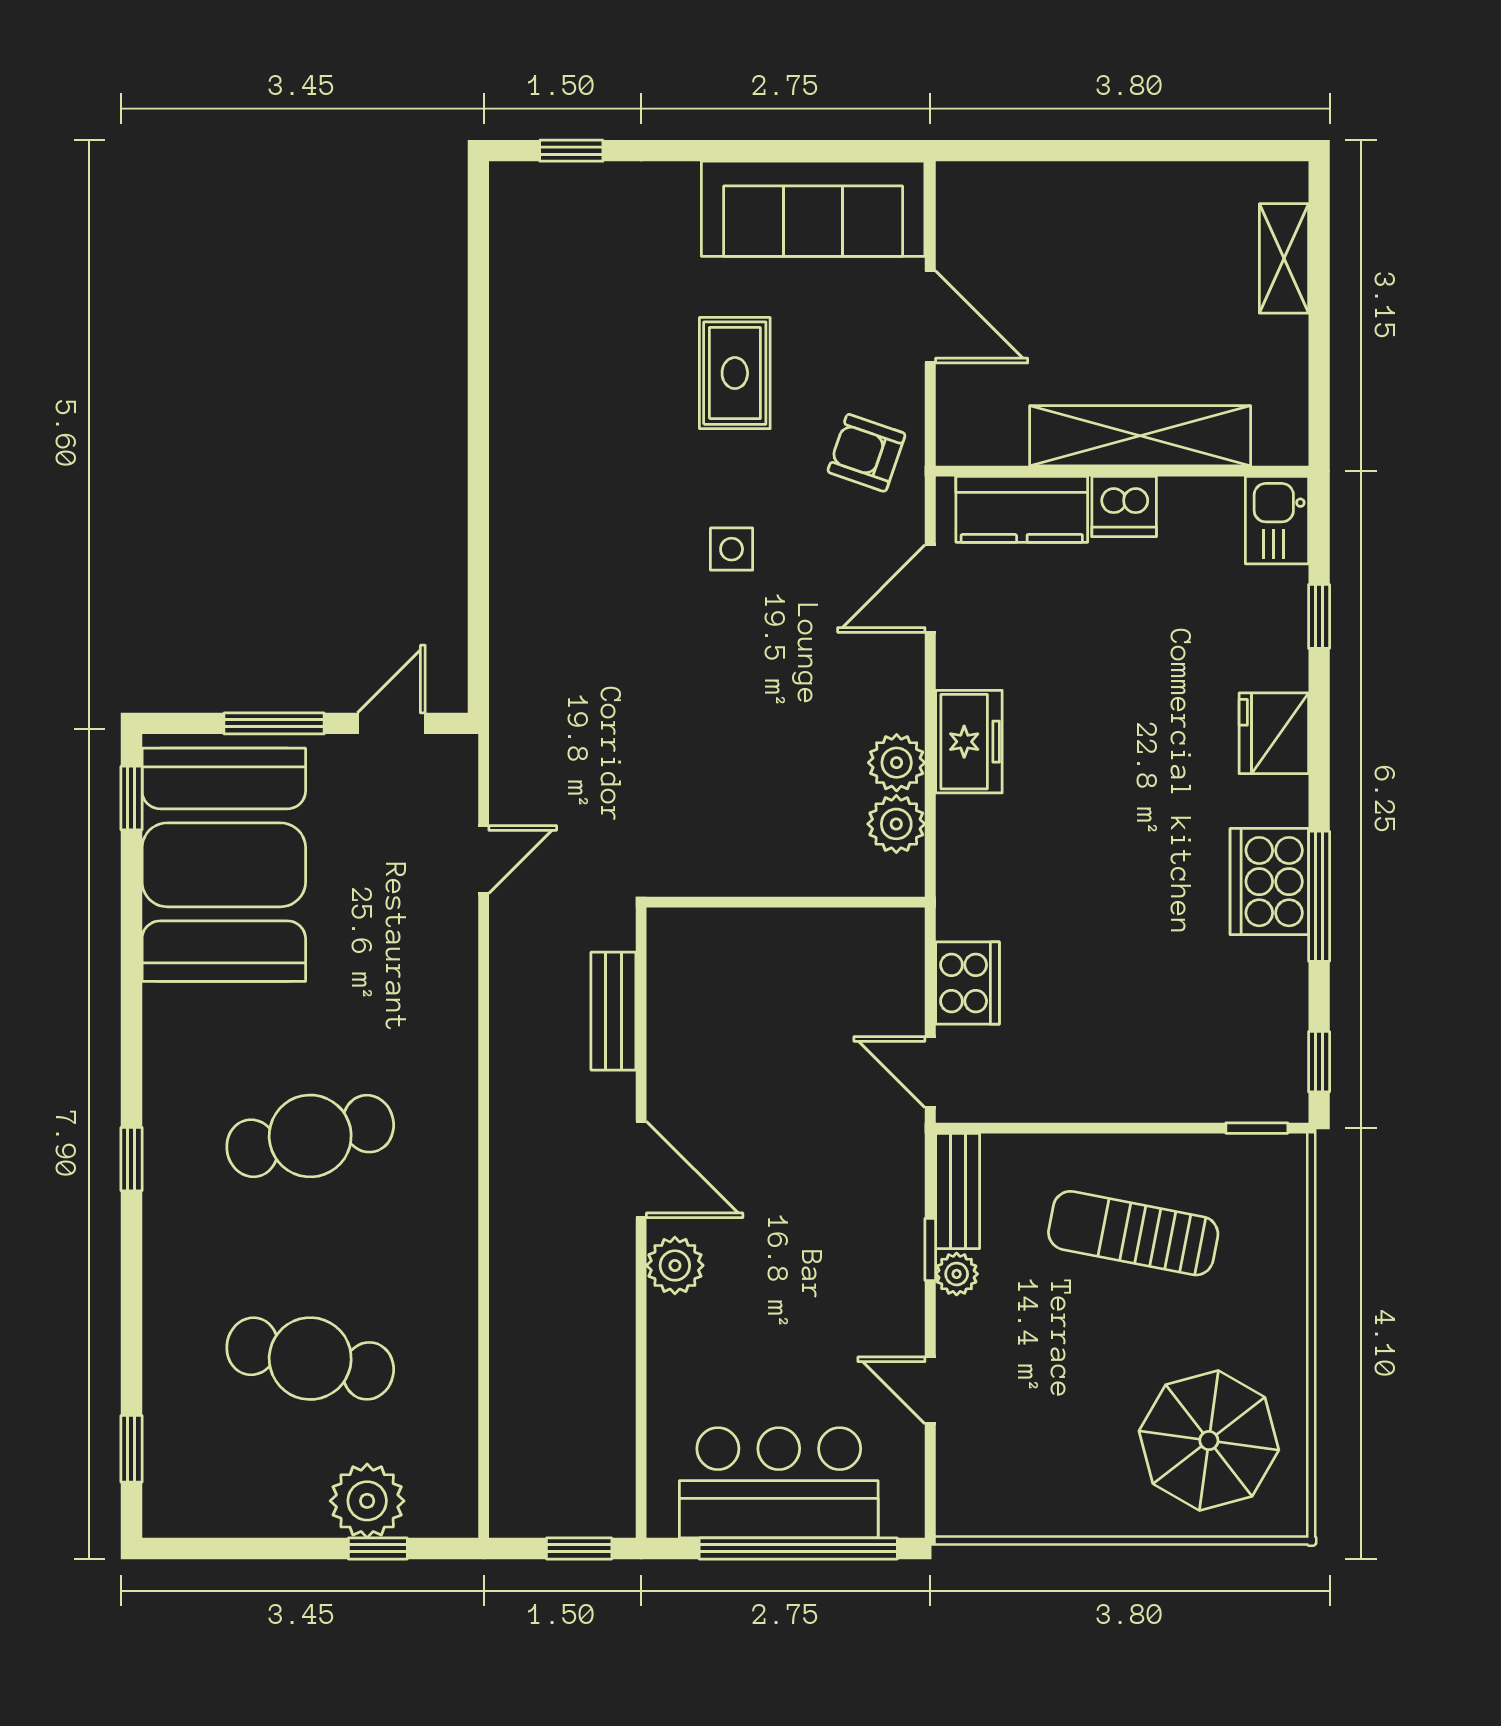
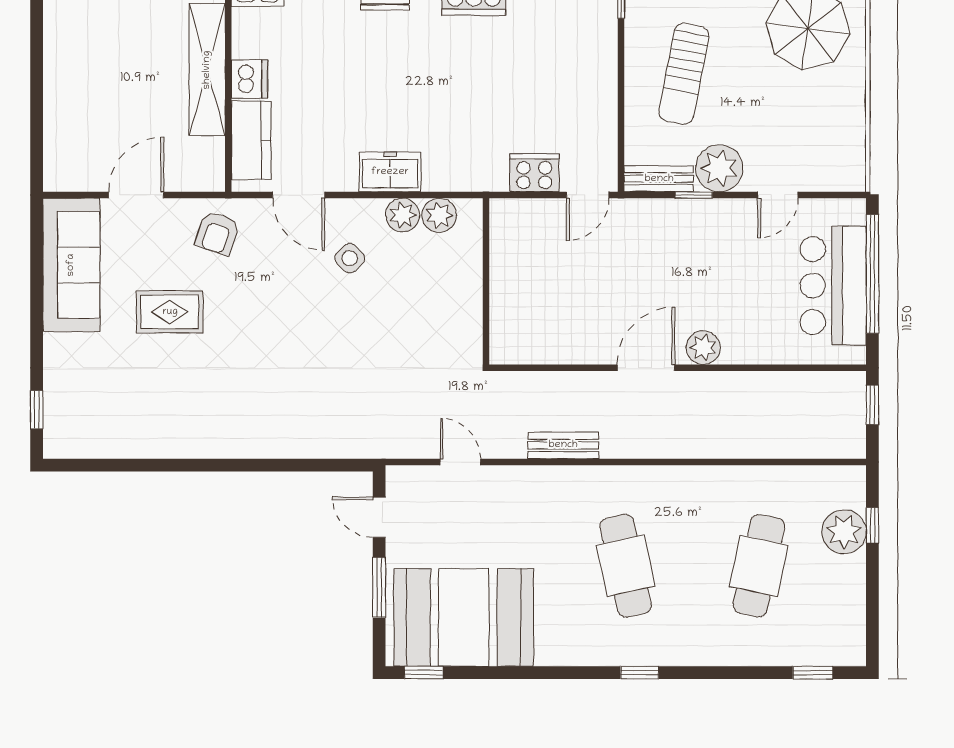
side table: (732, 549) -> (350, 258), moved, turned 45
bench: (613, 1011) -> (563, 445), moved
plant: (957, 1274) -> (719, 168), width x1.87, depth x1.87

